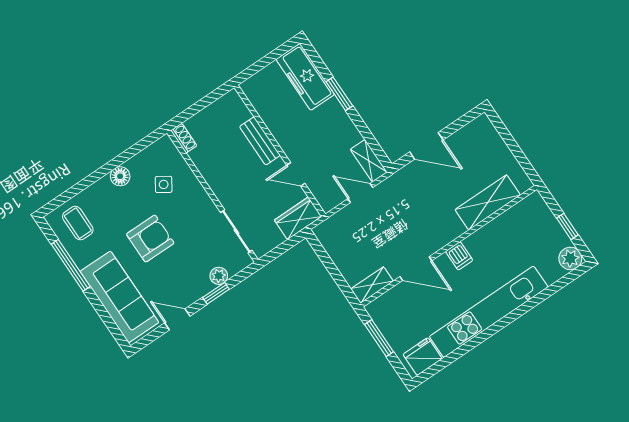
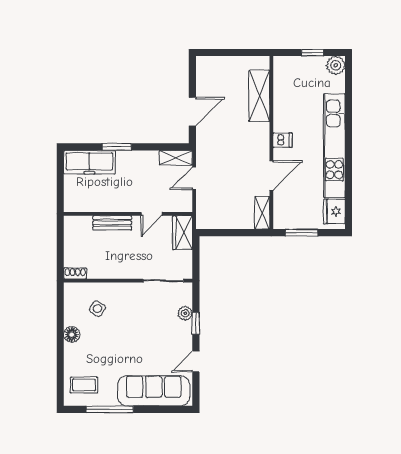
armchair: (150, 239) -> (128, 343), removed

